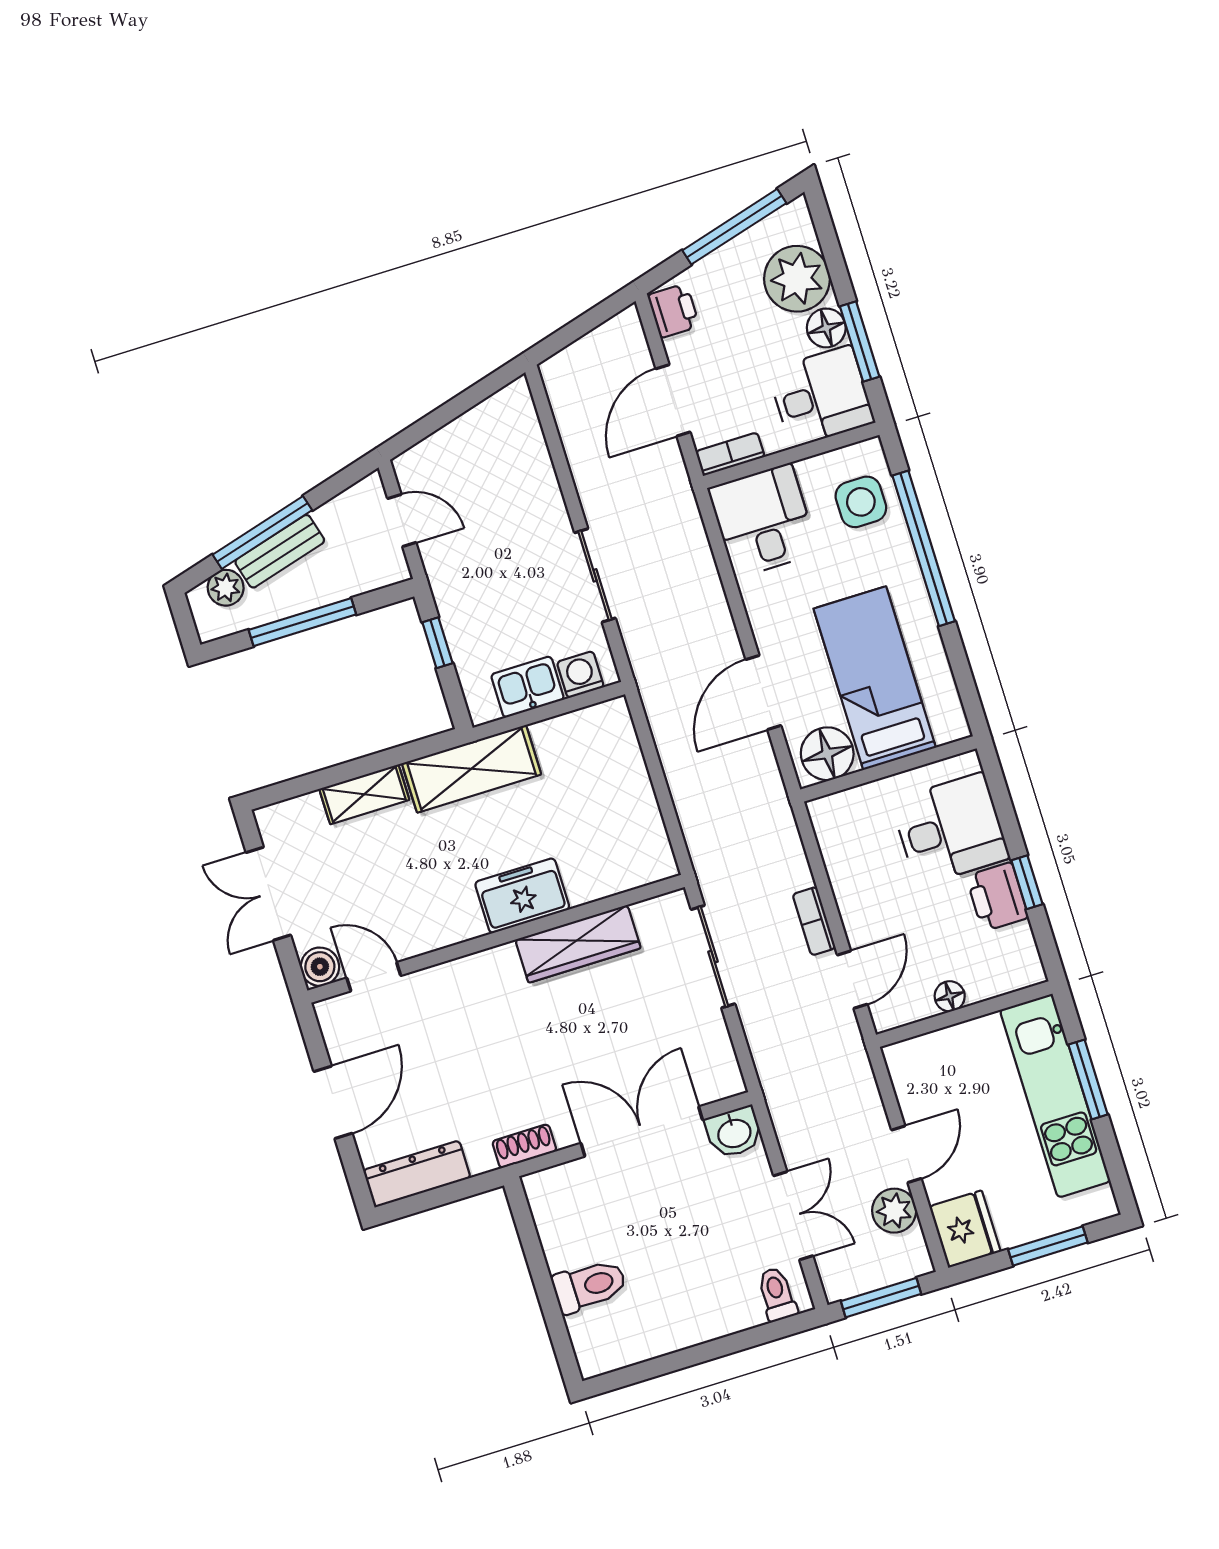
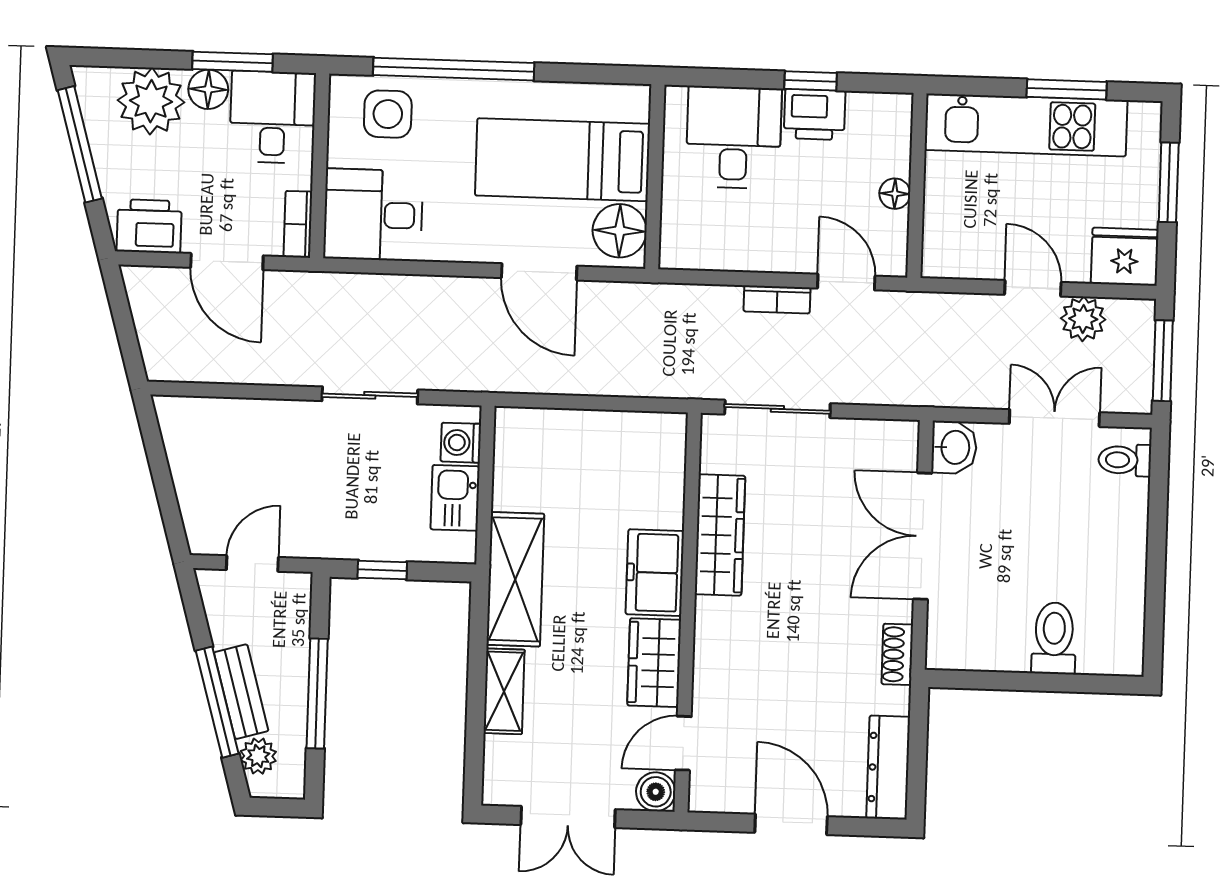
printer: (673, 311) -> (149, 226), width x1.36, depth x1.24
wardrobe: (439, 924) -> (654, 663), added
window: (1088, 1079) -> (1067, 89), moved

